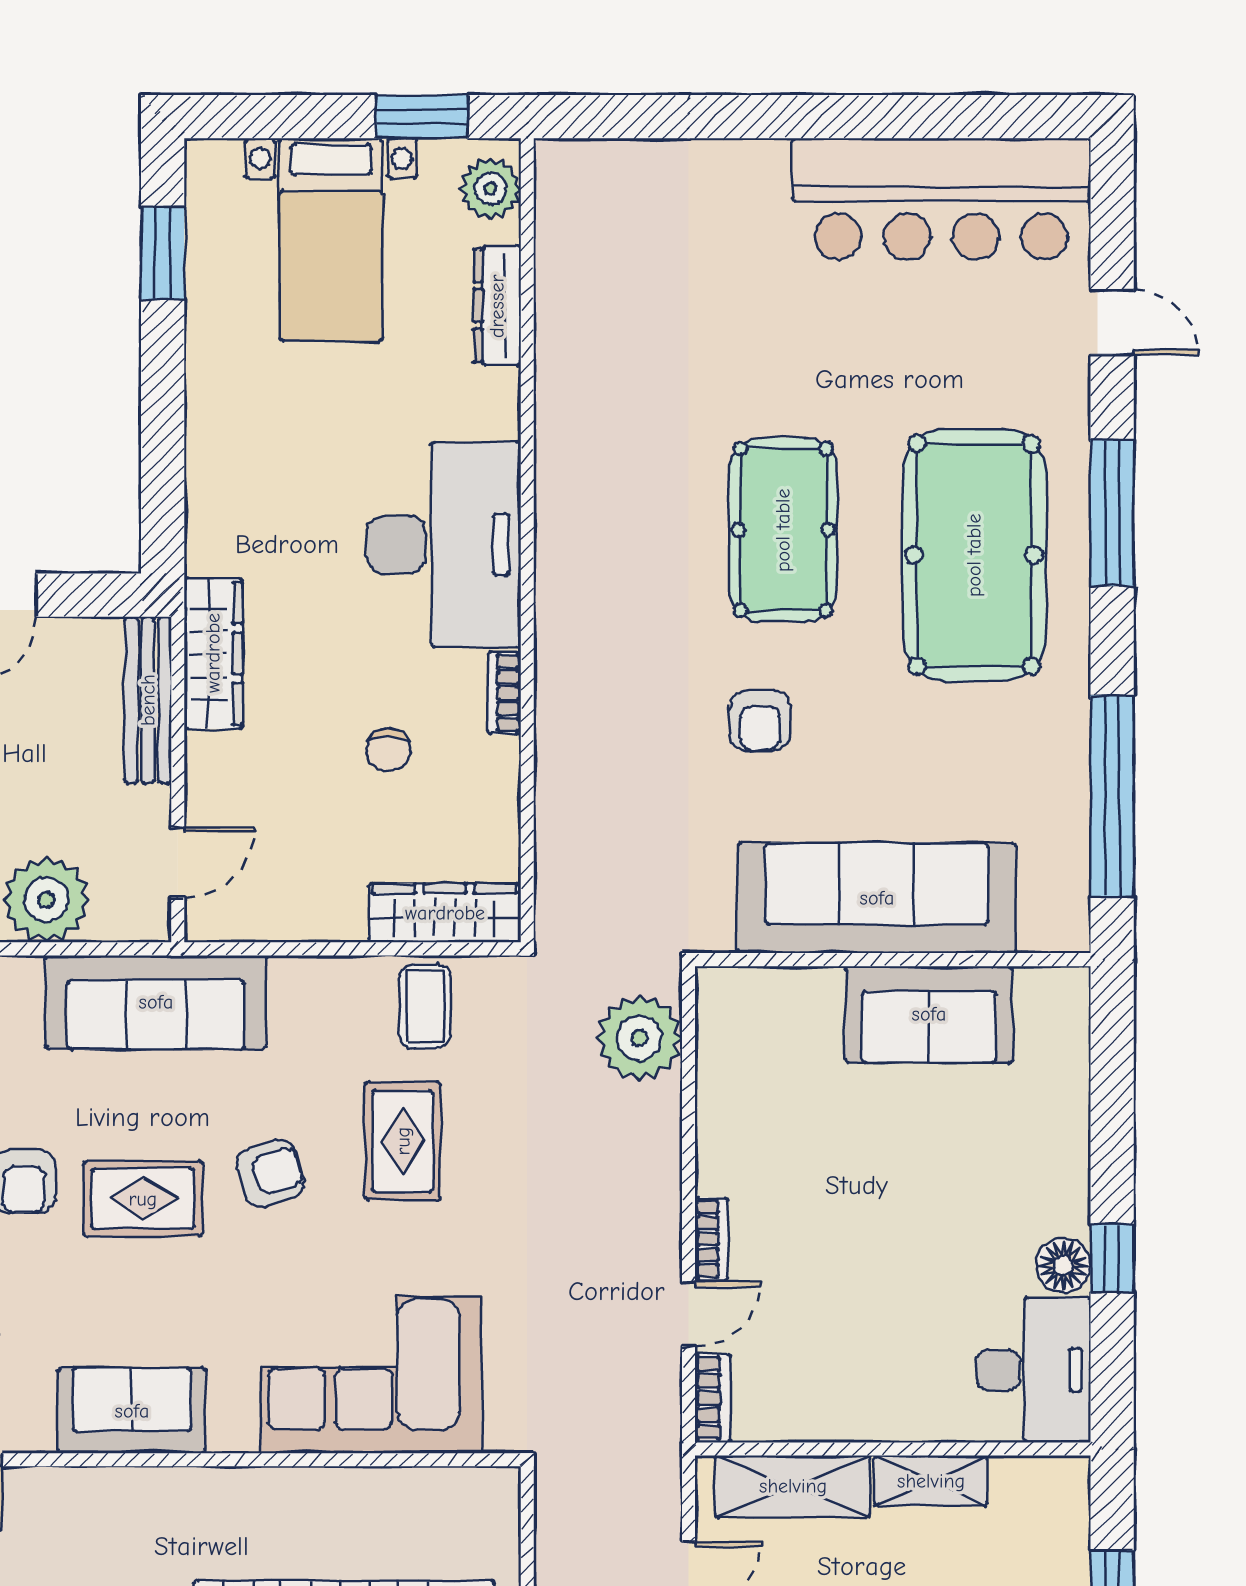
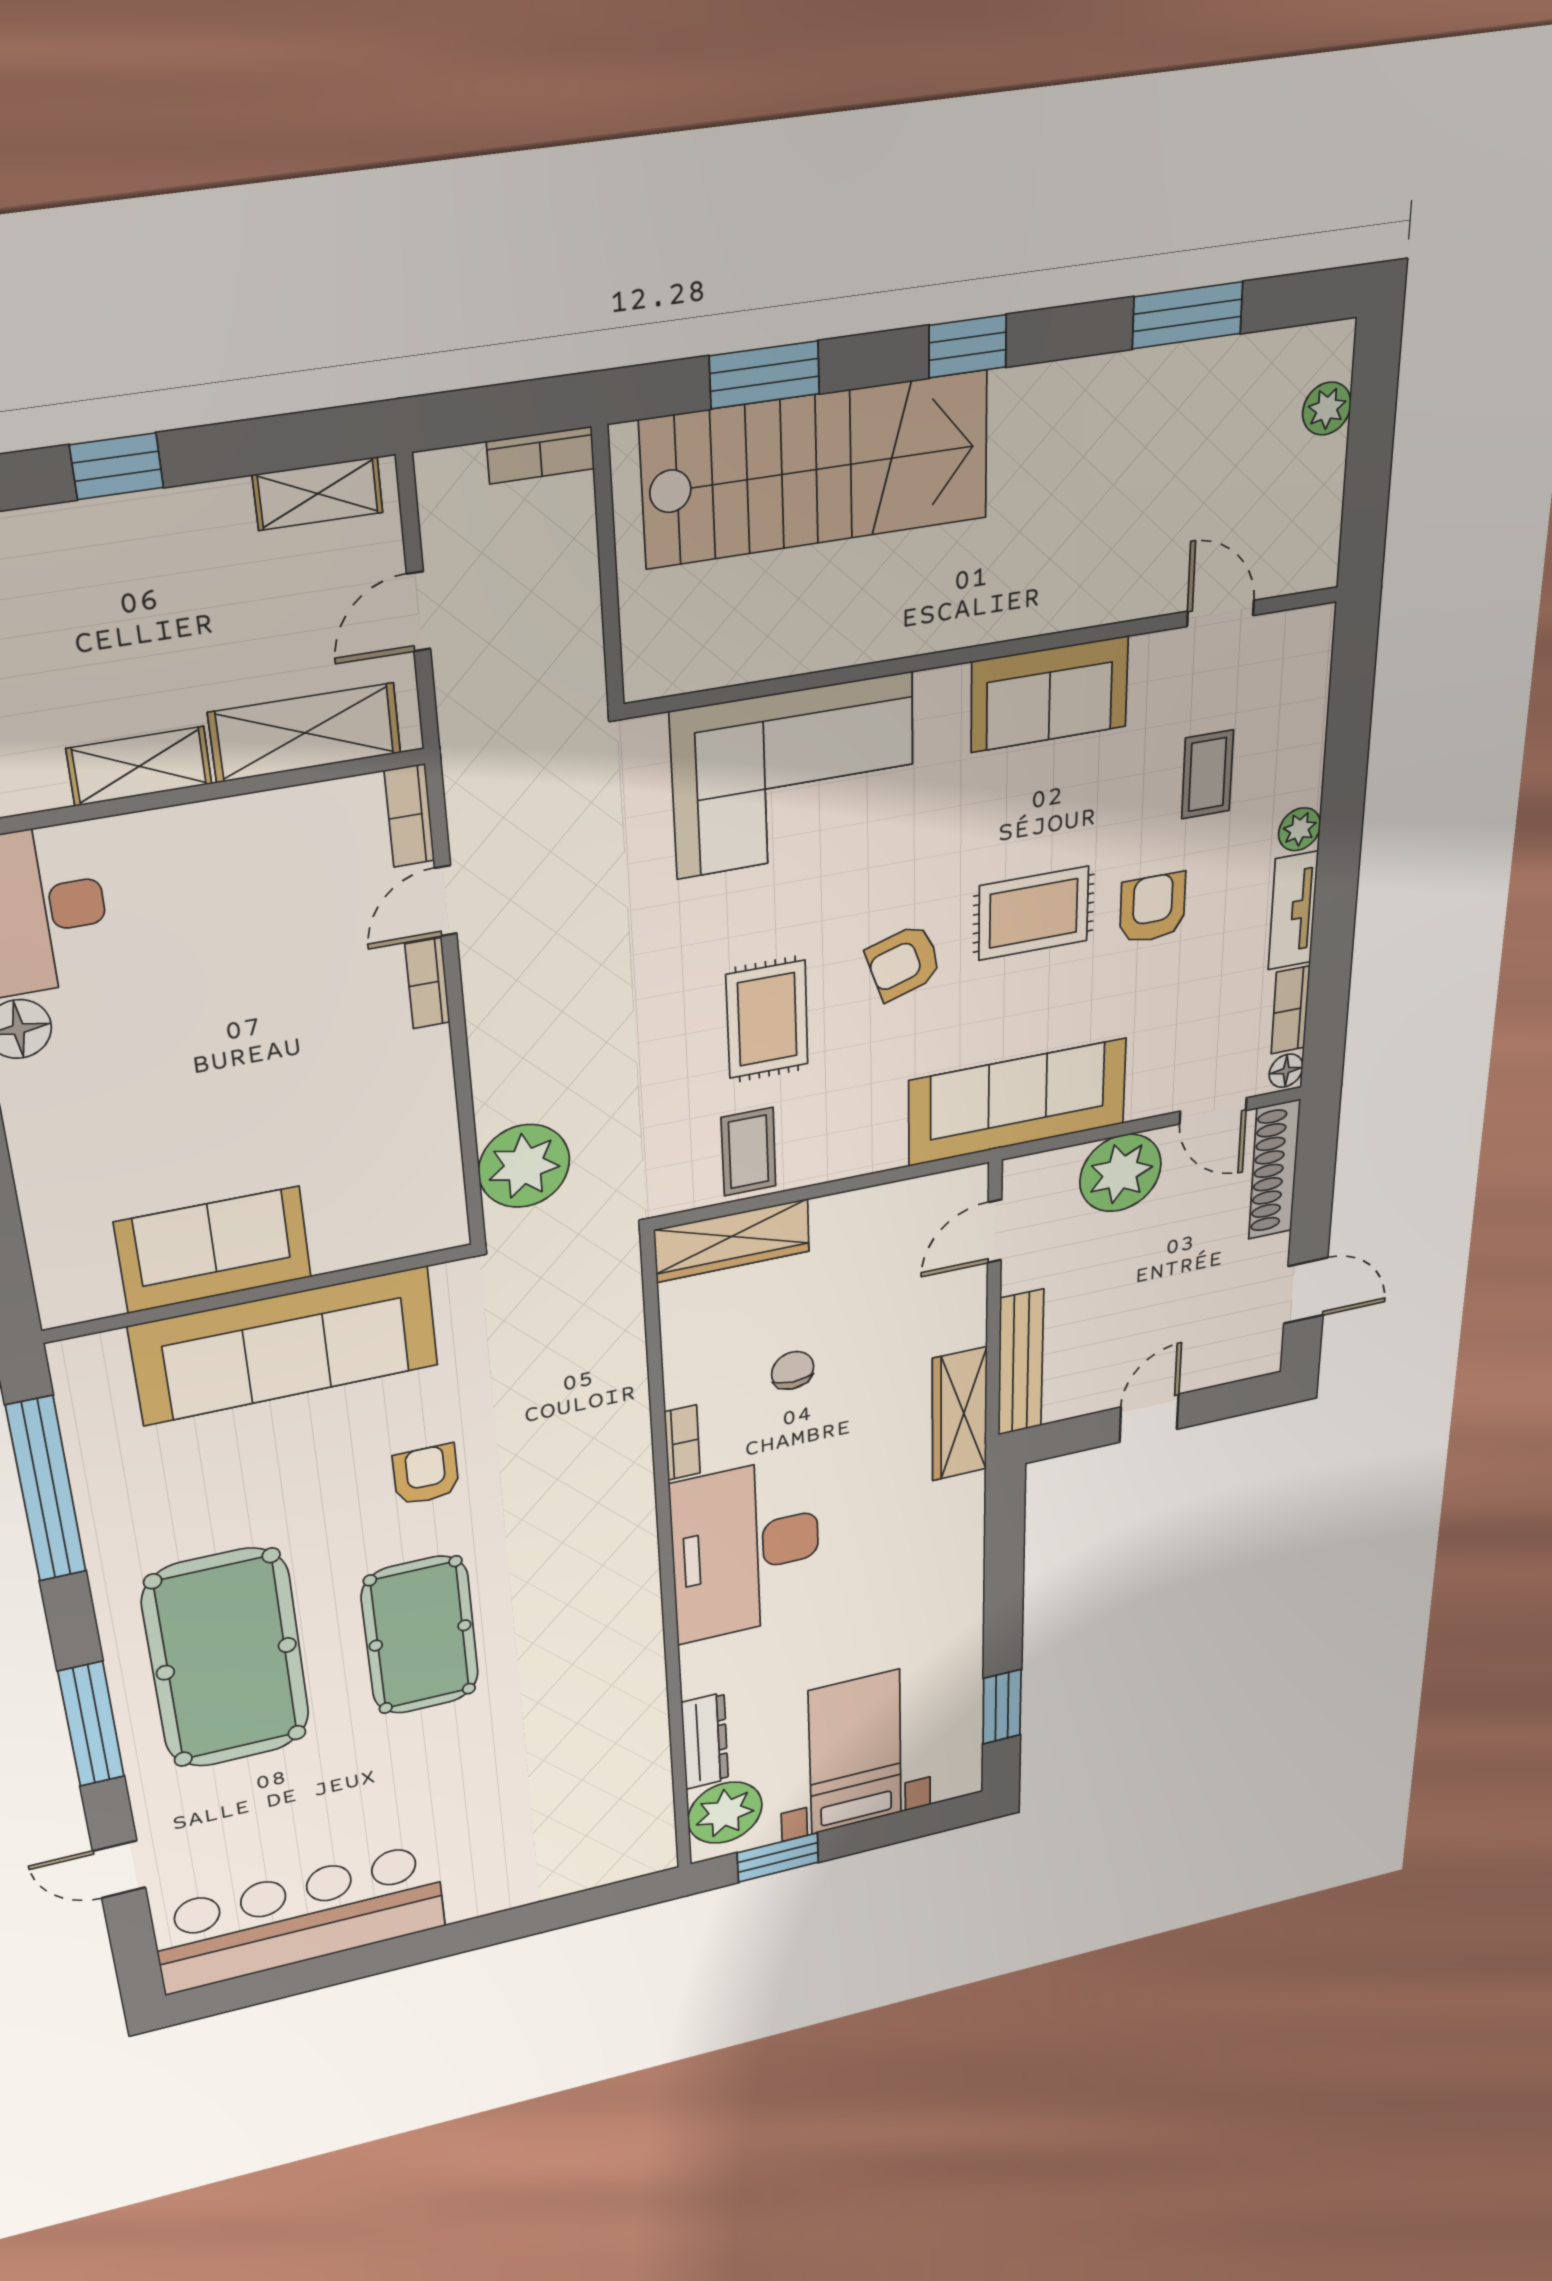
plant: (490, 189) -> (725, 1813), width x1.36, depth x1.36

